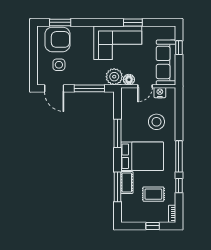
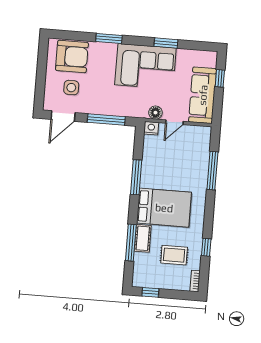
window: (60, 22) -> (109, 38), moved
plant: (114, 77) -> (138, 108), removed
door: (54, 88) -> (63, 116), hinge flipped
nightstand: (160, 93) -> (151, 128), moved
stool: (156, 122) -> (185, 167), removed
window: (179, 156) -> (212, 171), moved
window: (153, 226) -> (150, 292), moved

